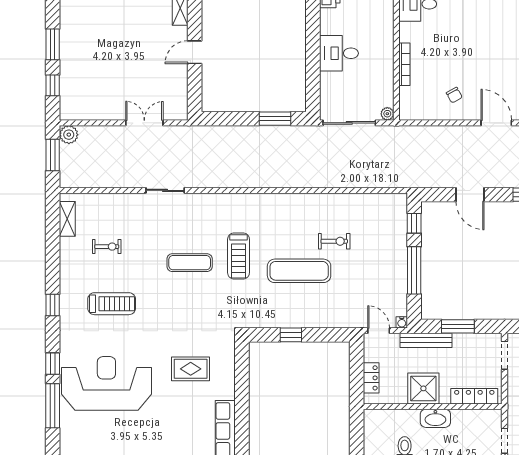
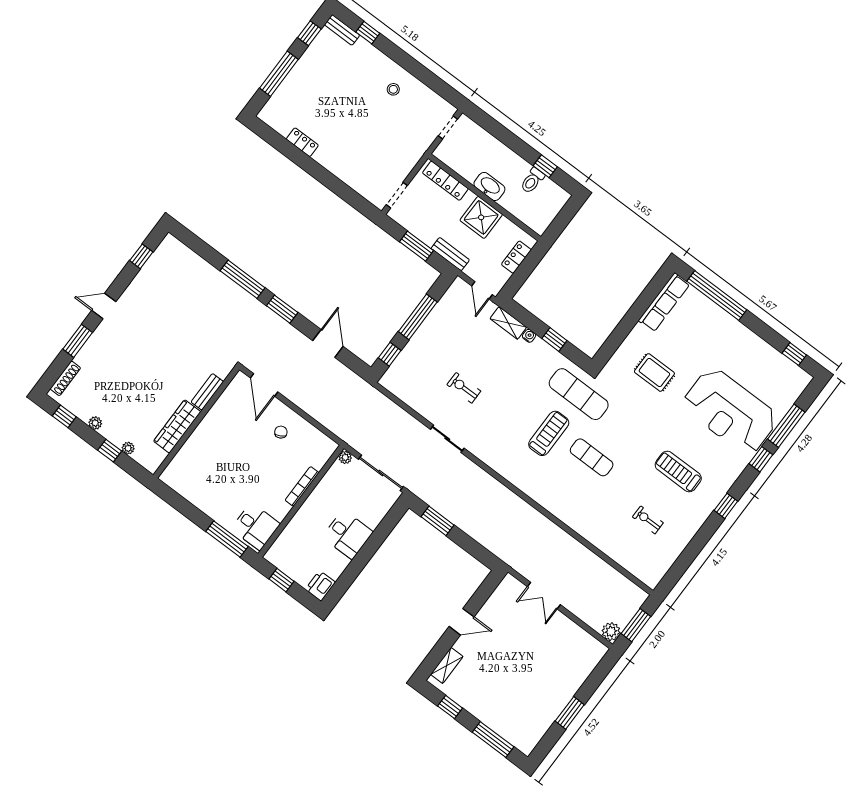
window: (53, 85) -> (594, 680), removed
sliding door: (165, 190) -> (447, 439), moved
shelving: (67, 219) -> (508, 323), moved, turned 90
exercise mat: (299, 271) -> (579, 394), moved
water cooler: (402, 322) -> (529, 336), moved
bench: (426, 340) -> (450, 254), width x0.73

